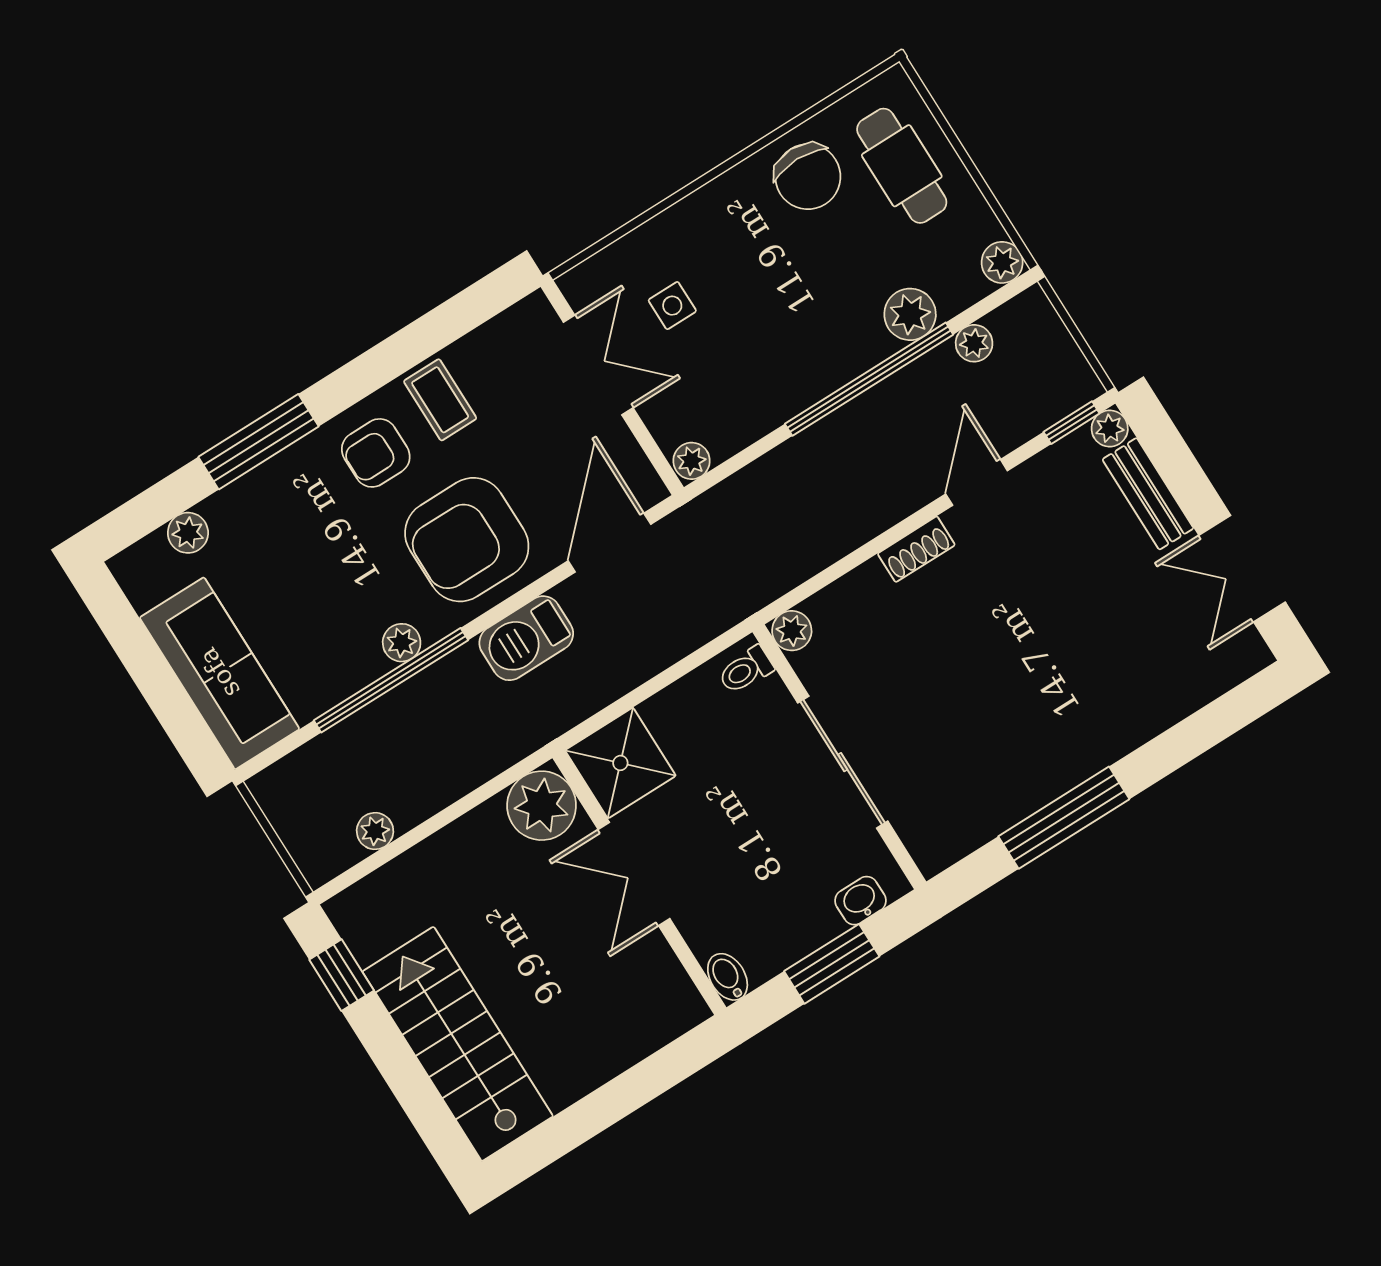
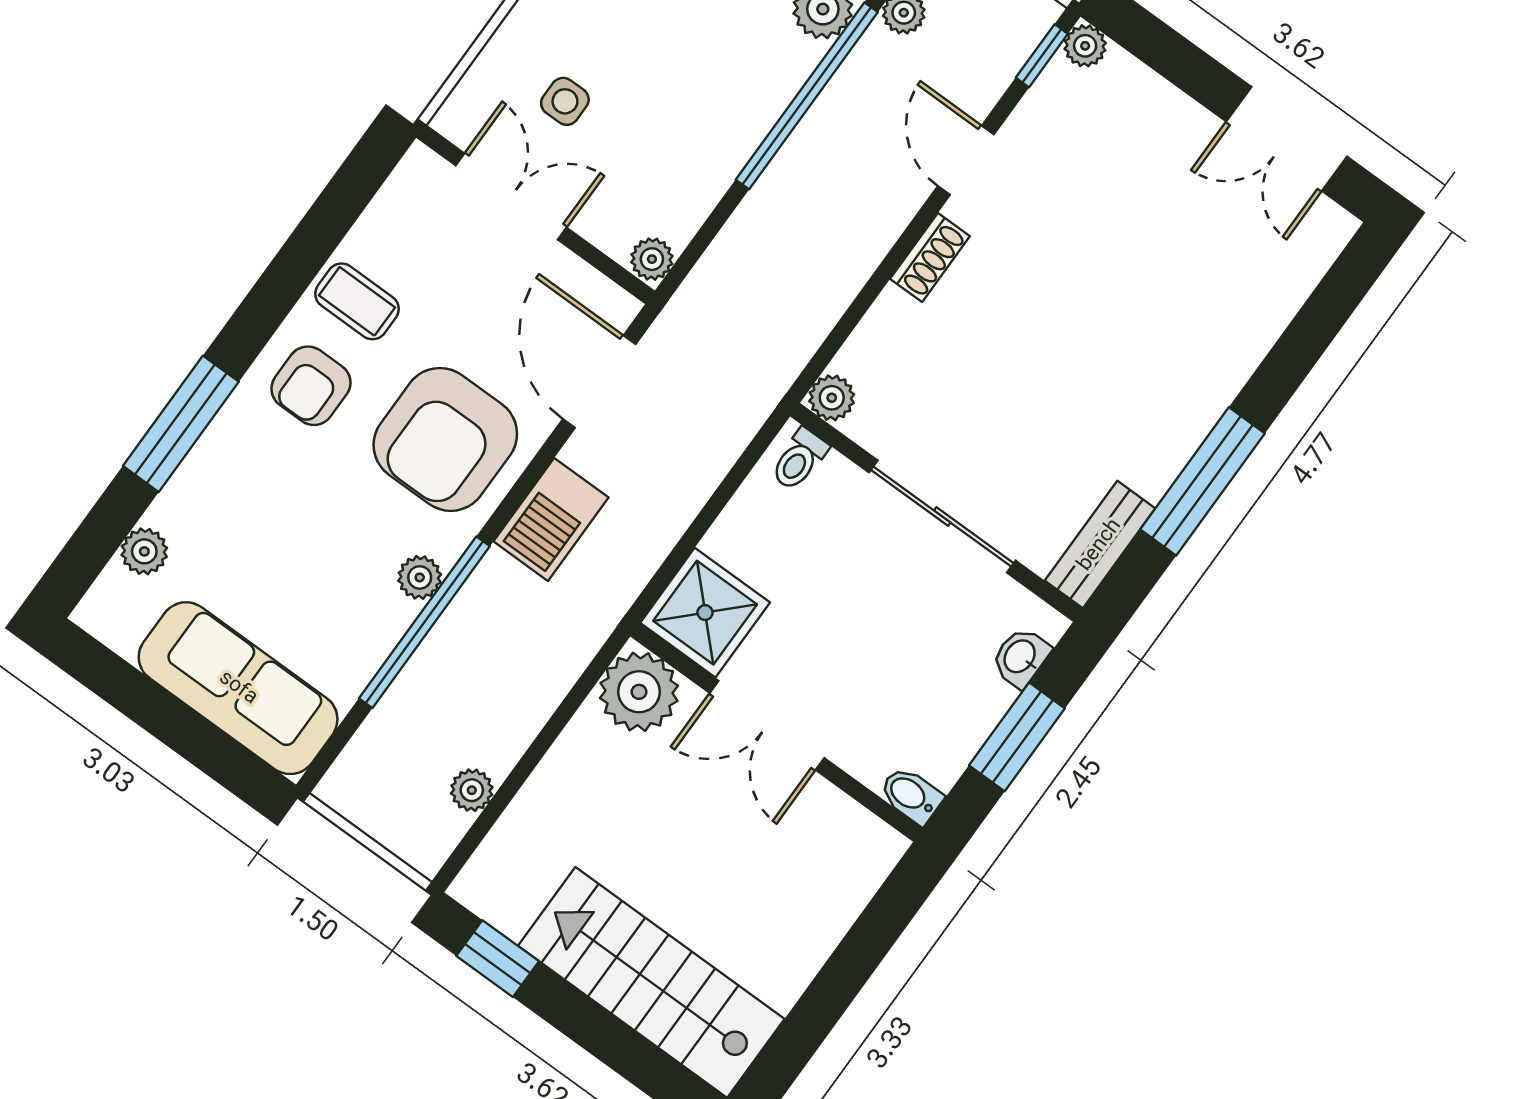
bench: (1148, 494) -> (1100, 545), moved, turned 90

